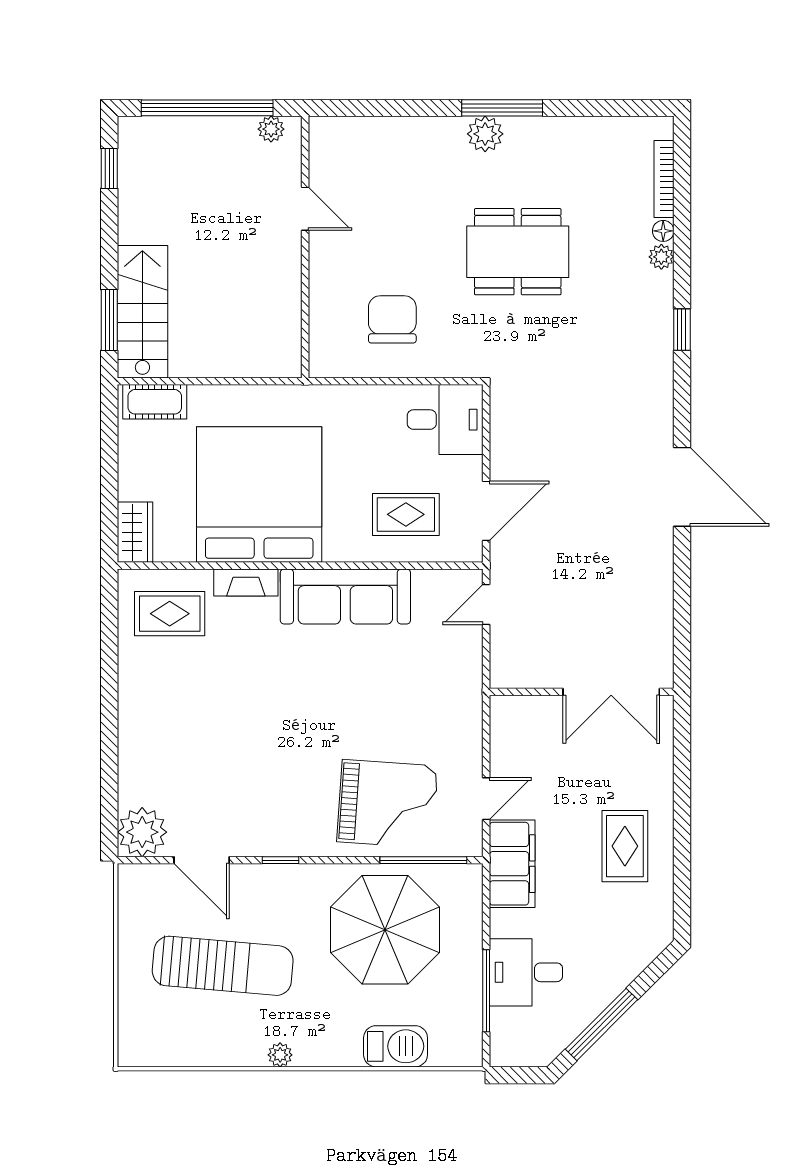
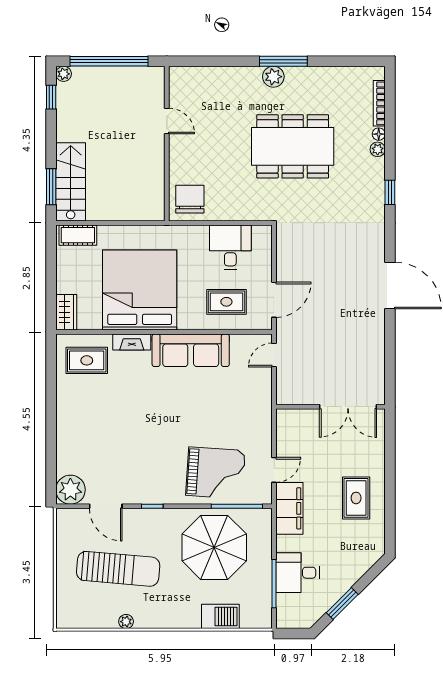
plant: (271, 129) -> (64, 74), moved
dining table: (518, 252) -> (293, 146), width x1.36, depth x1.24
chair: (392, 319) -> (190, 199), moved
desk: (445, 420) -> (230, 247), moved, turned -90
window: (602, 1024) -> (342, 603), width x0.69
plant: (280, 1055) -> (126, 622), moved

